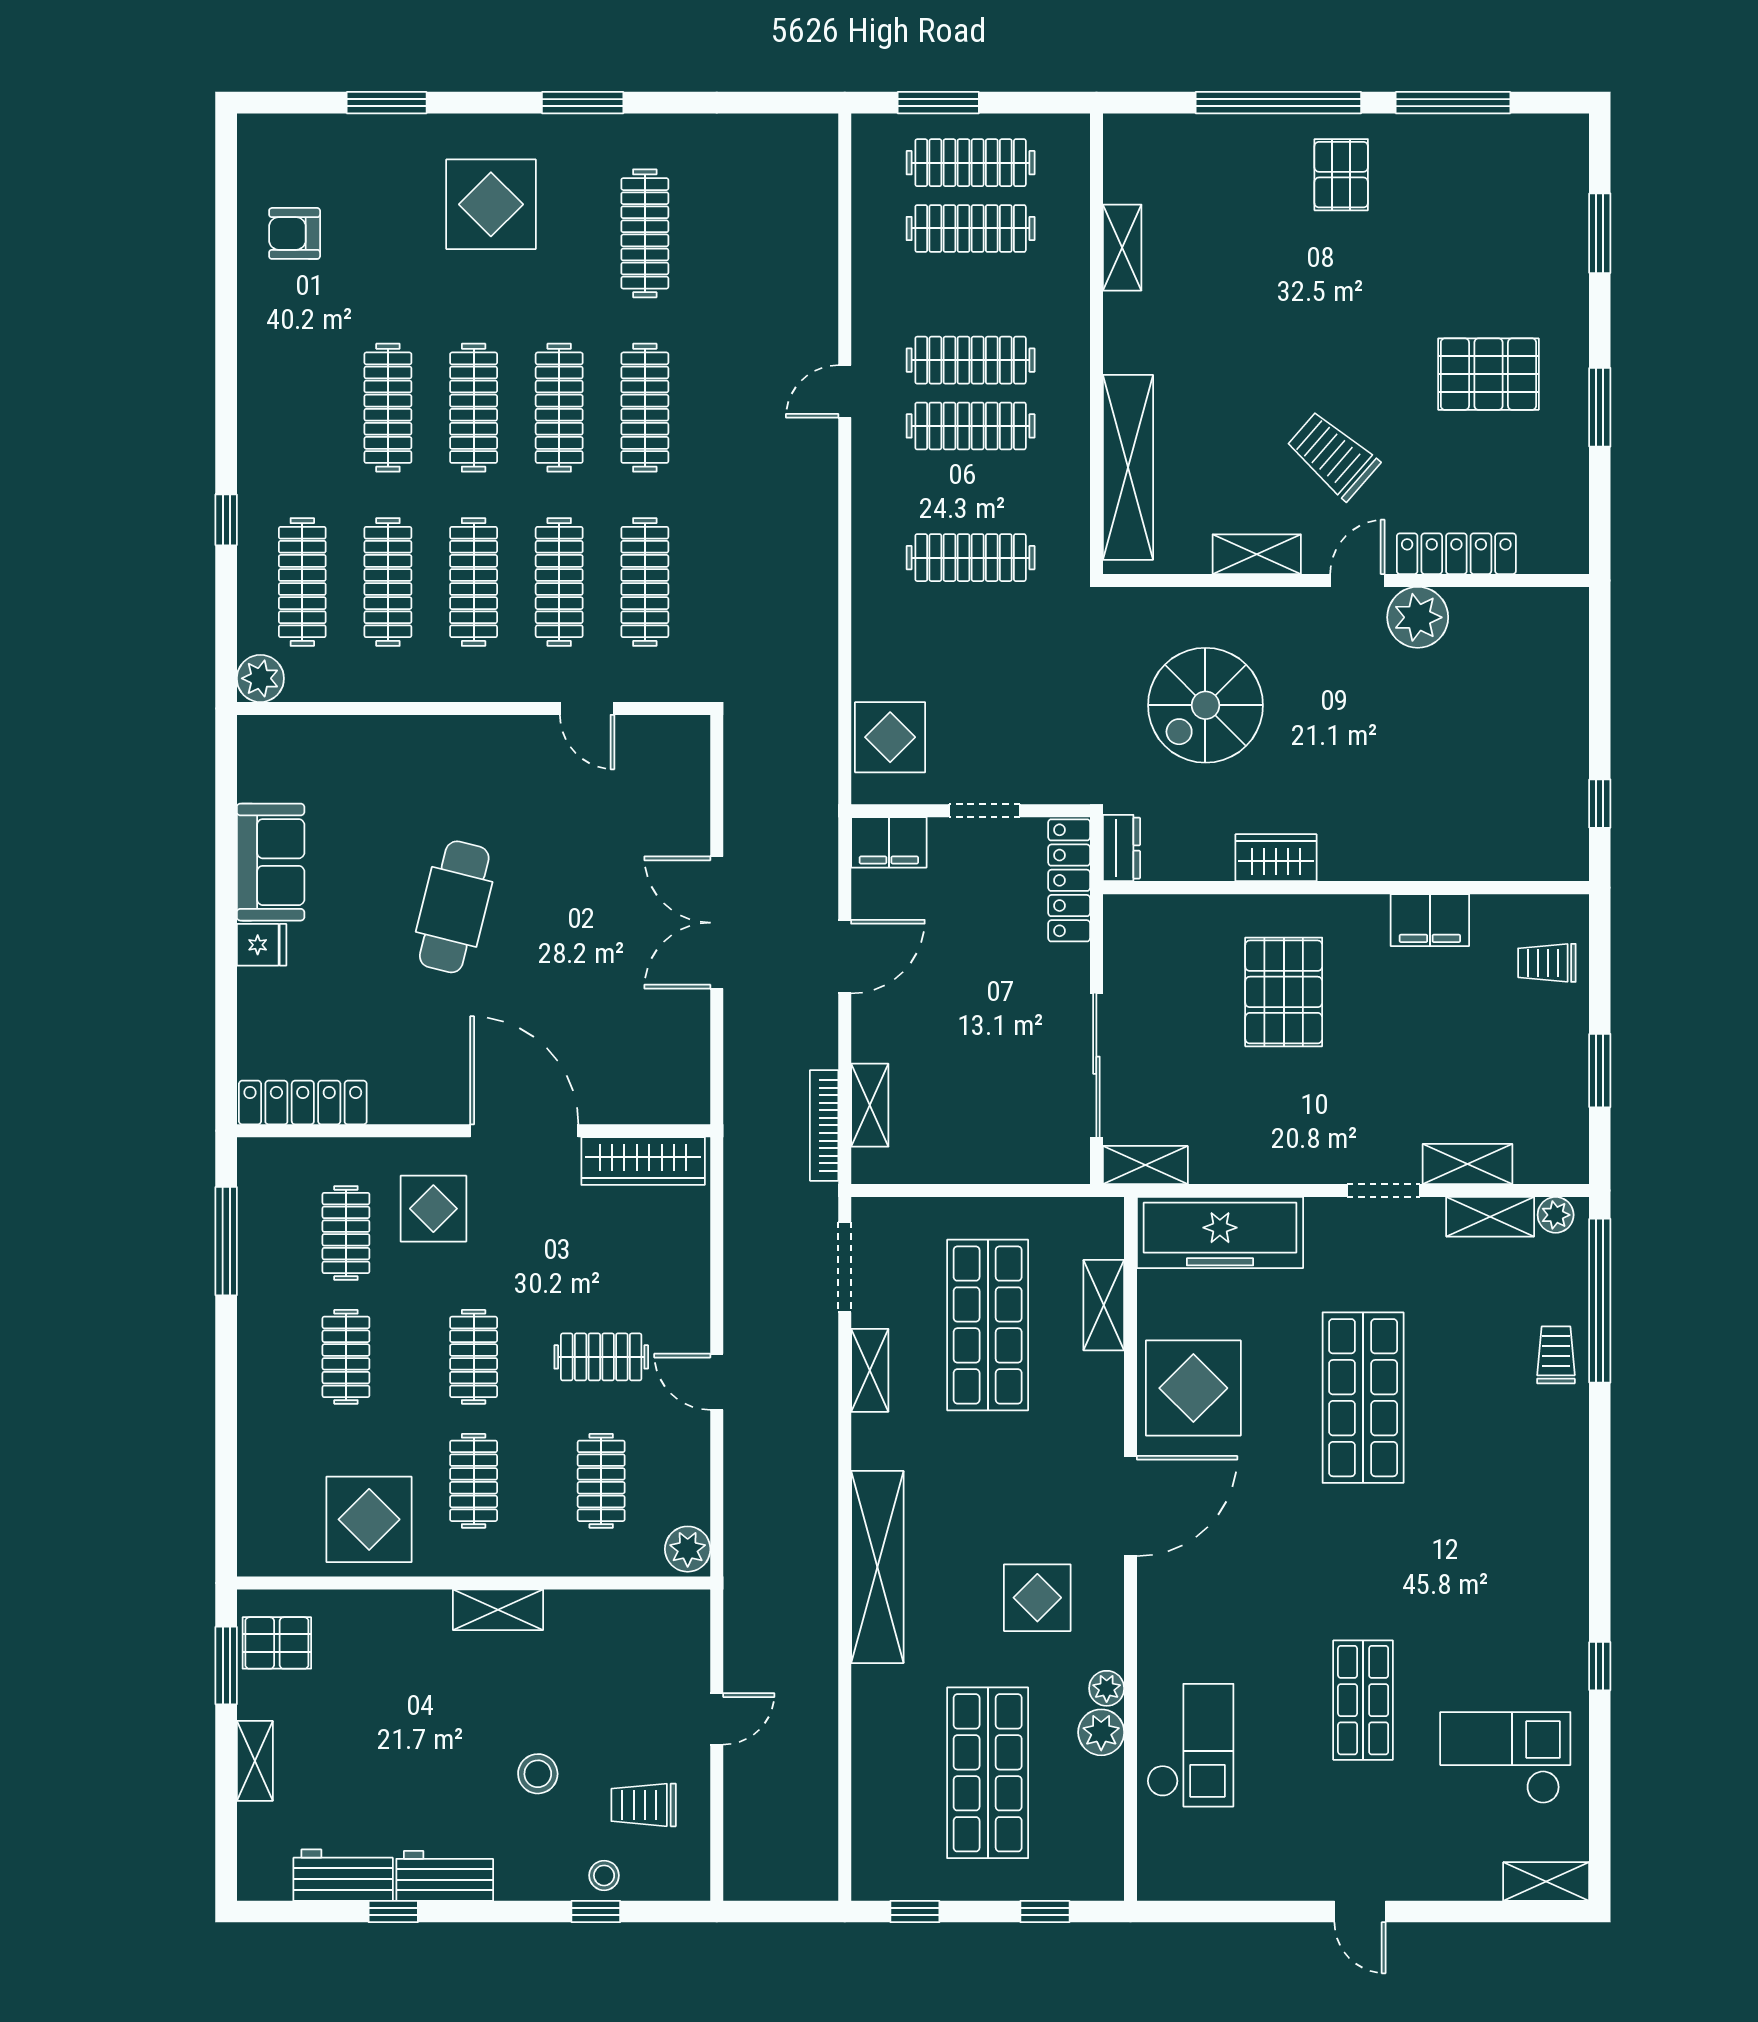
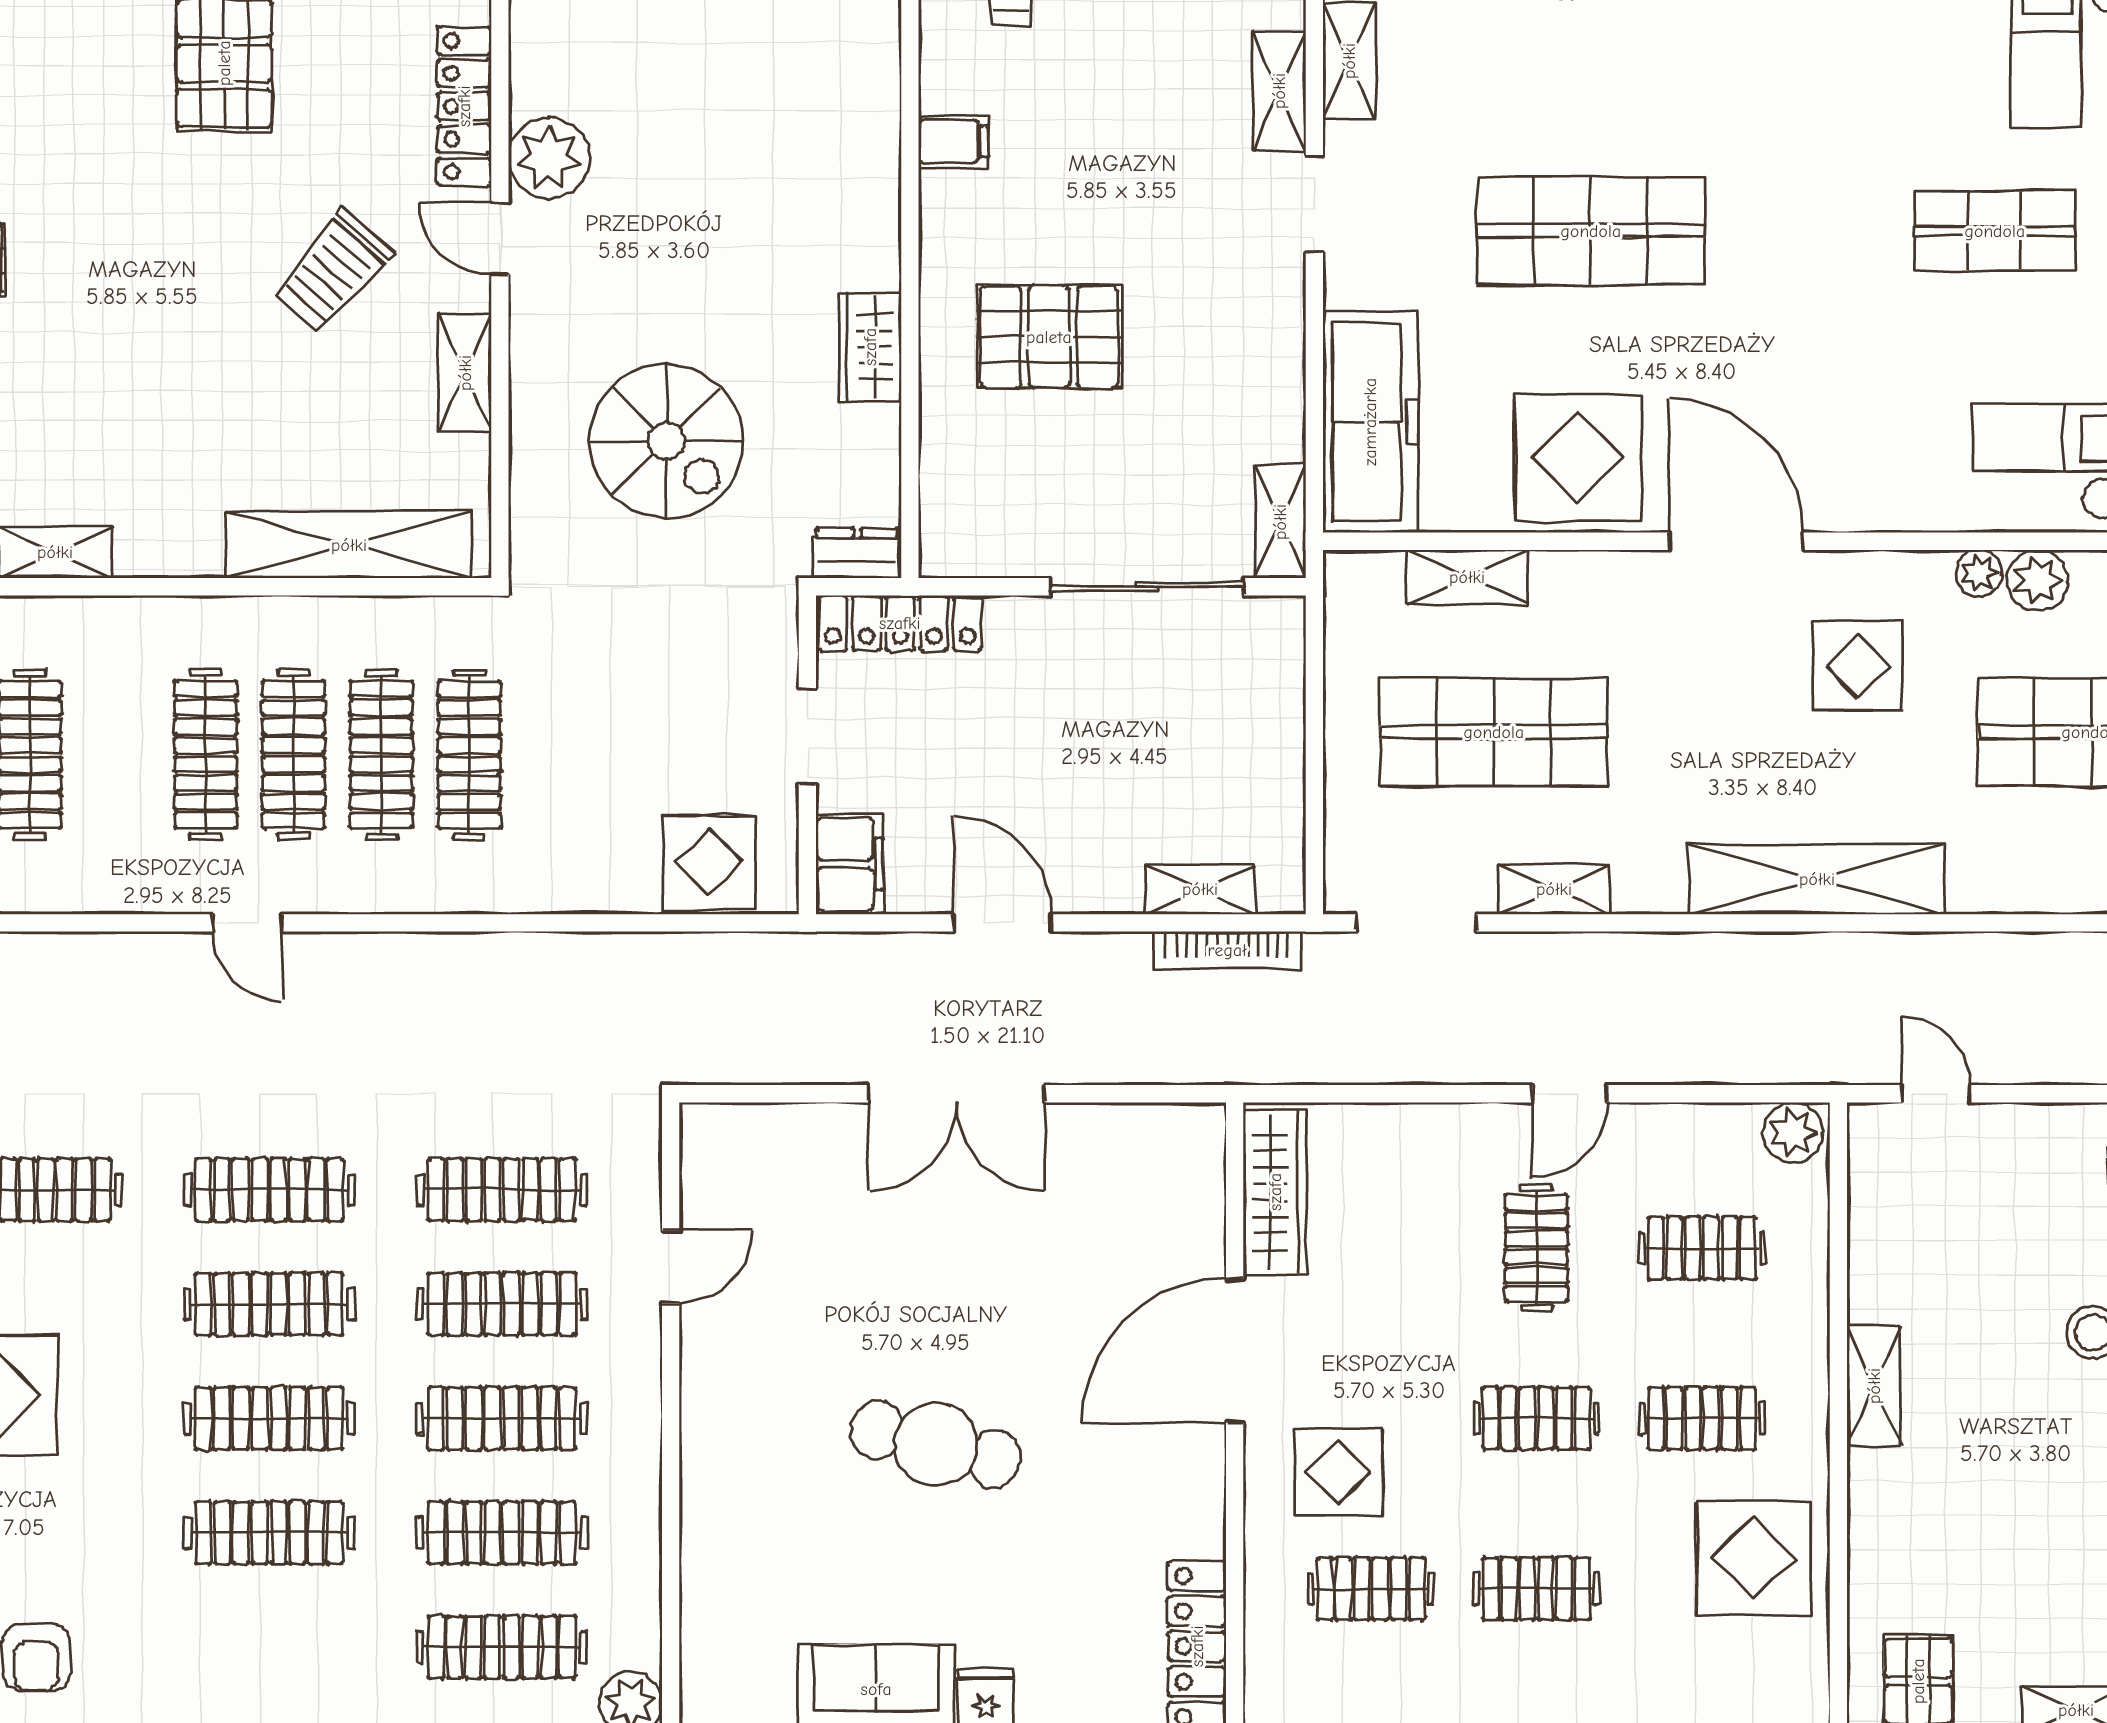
clothes rail: (971, 492) -> (381, 755), added
filing cabinet: (1430, 920) -> (953, 142), width x0.50
door: (717, 1719) -> (1936, 1094), moved

